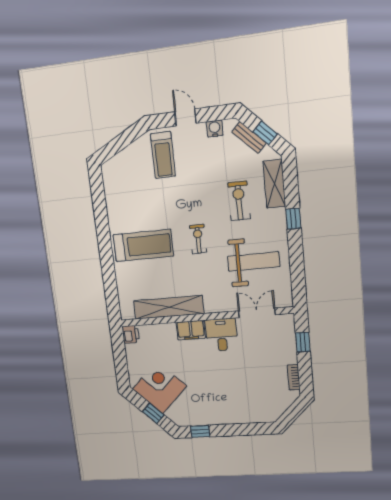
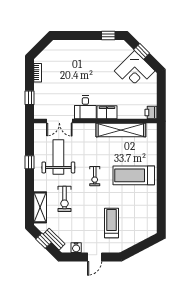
door: (185, 117) -> (95, 257), hinge flipped
treadmill: (163, 155) -> (111, 223), moved
window: (293, 219) -> (30, 162), moved
weight bench: (254, 262) -> (58, 157), turned 90

